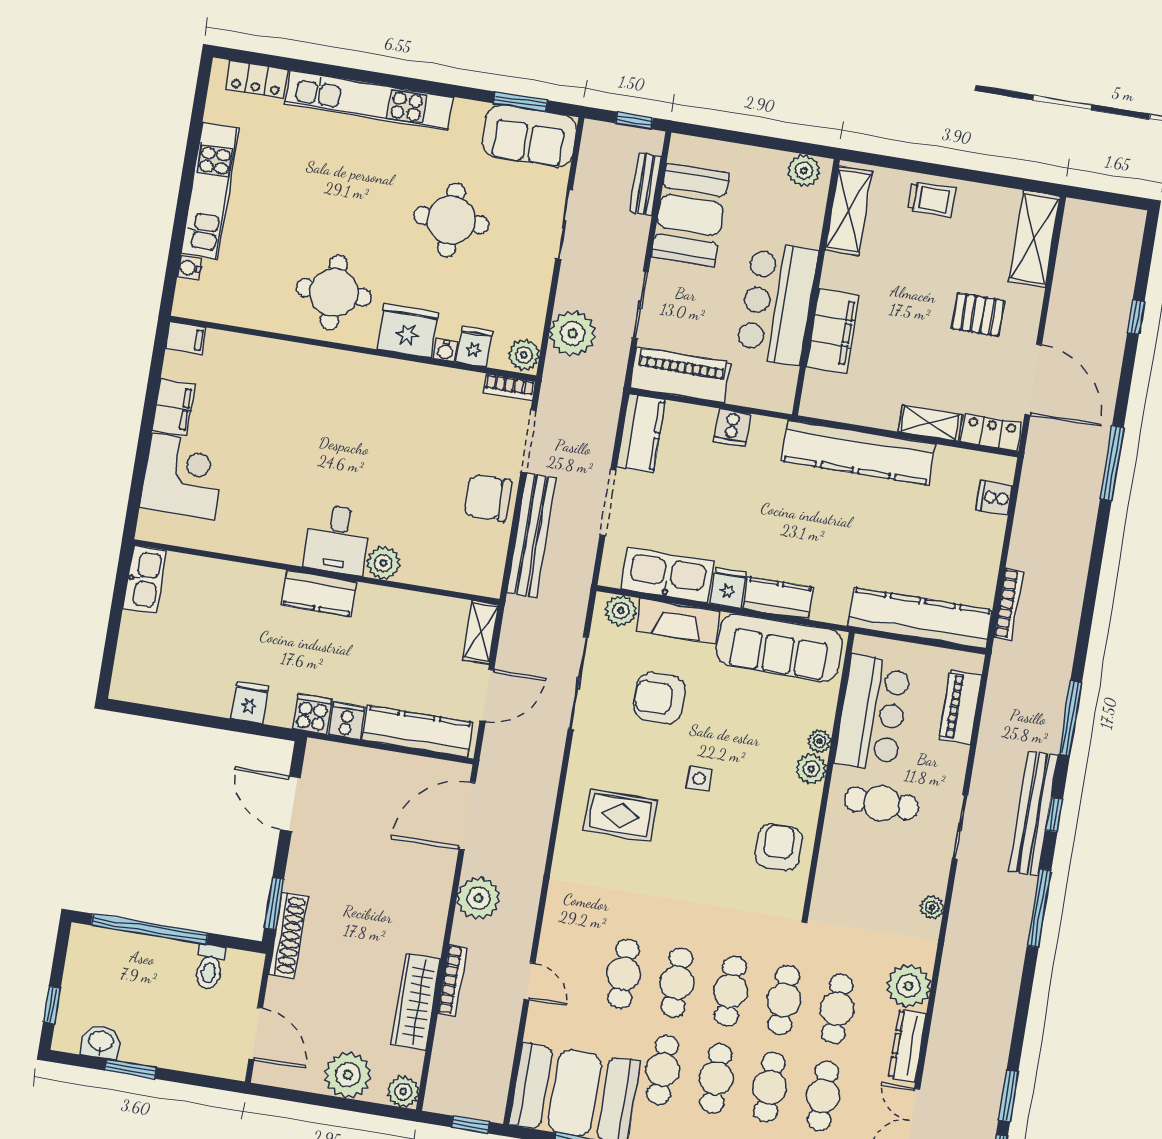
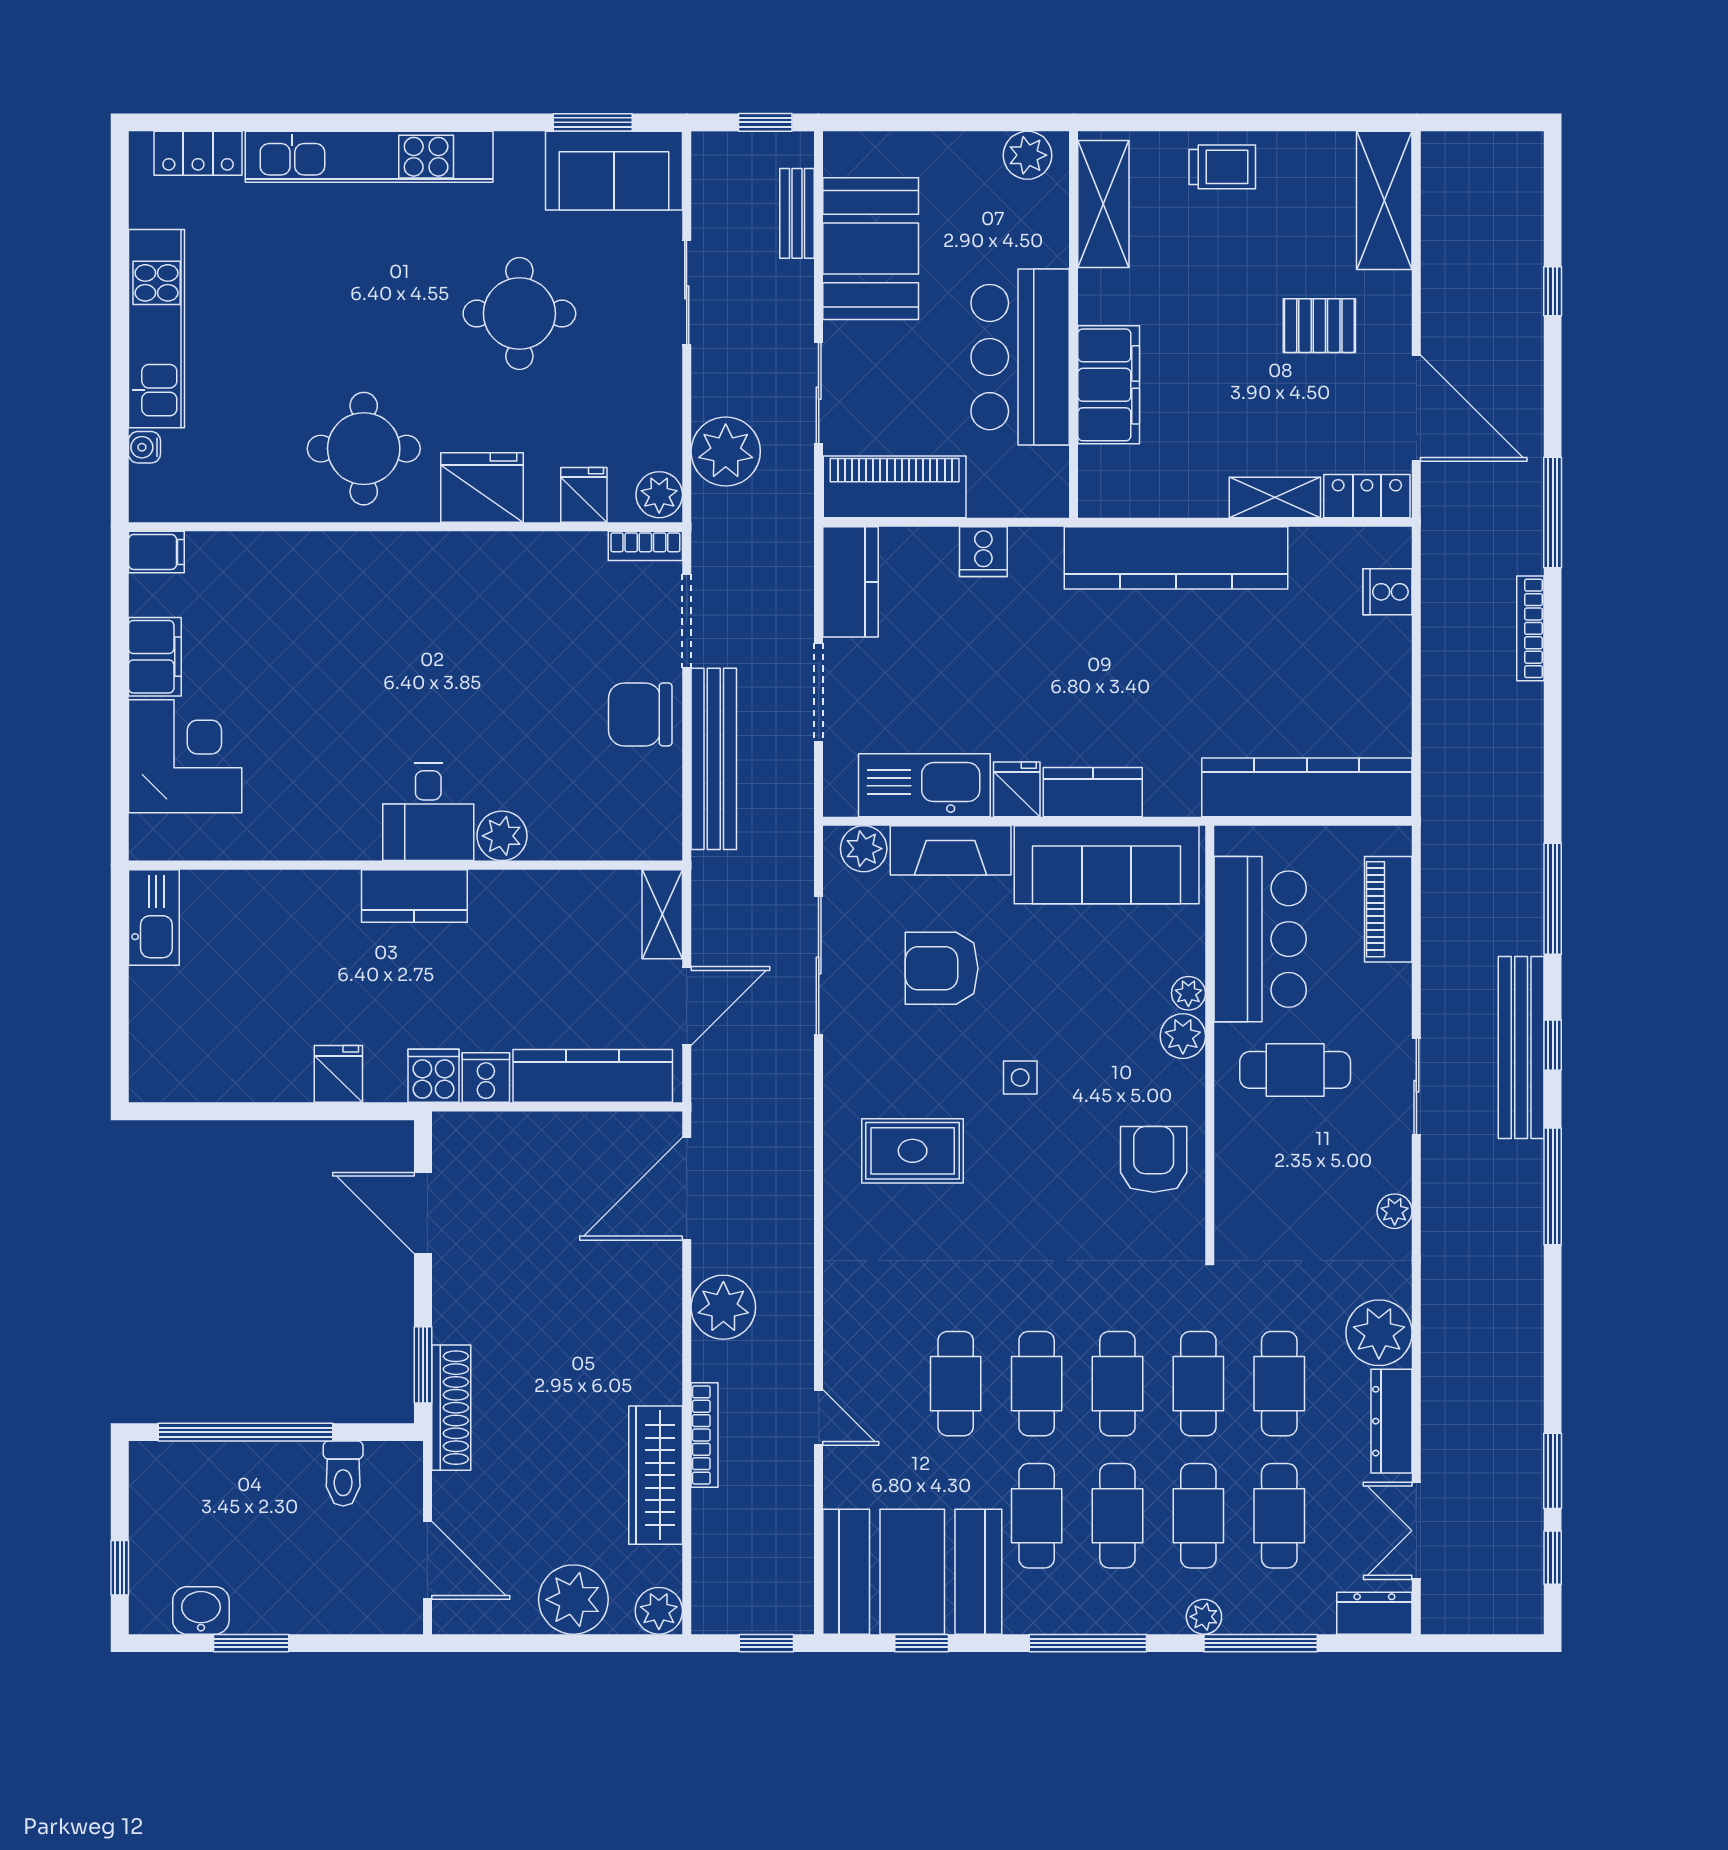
water cooler: (445, 350) -> (542, 507), removed
bookcase: (1009, 604) -> (1530, 628), moved, turned 180

